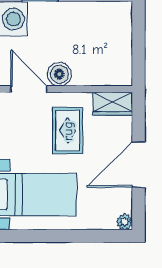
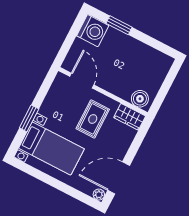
boiler: (59, 74) -> (140, 99), moved
door: (139, 164) -> (119, 178), moved

